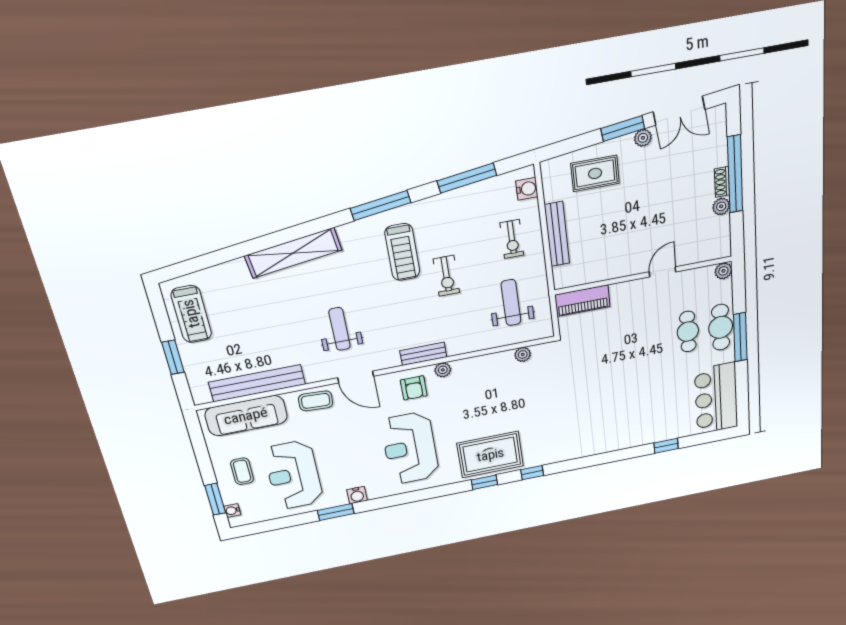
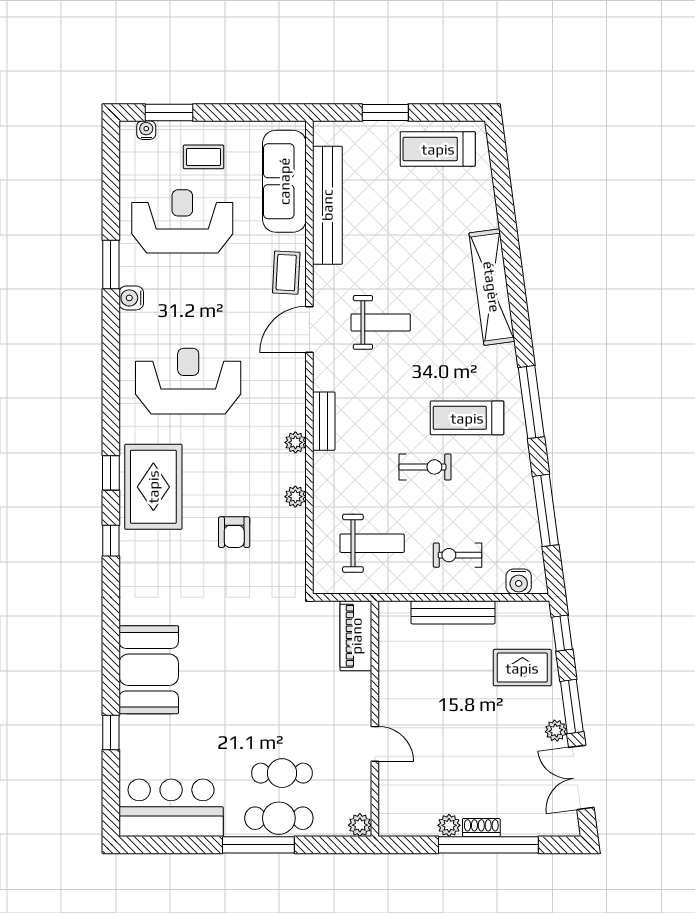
window: (564, 147) -> (562, 633), added
rug: (595, 173) -> (522, 668), turned 90
exercise bike: (446, 276) -> (425, 467), turned 180
plant: (523, 354) -> (295, 497), moved
armchair: (414, 388) -> (234, 532), moved, turned -90
booth: (620, 432) -> (149, 670), added

